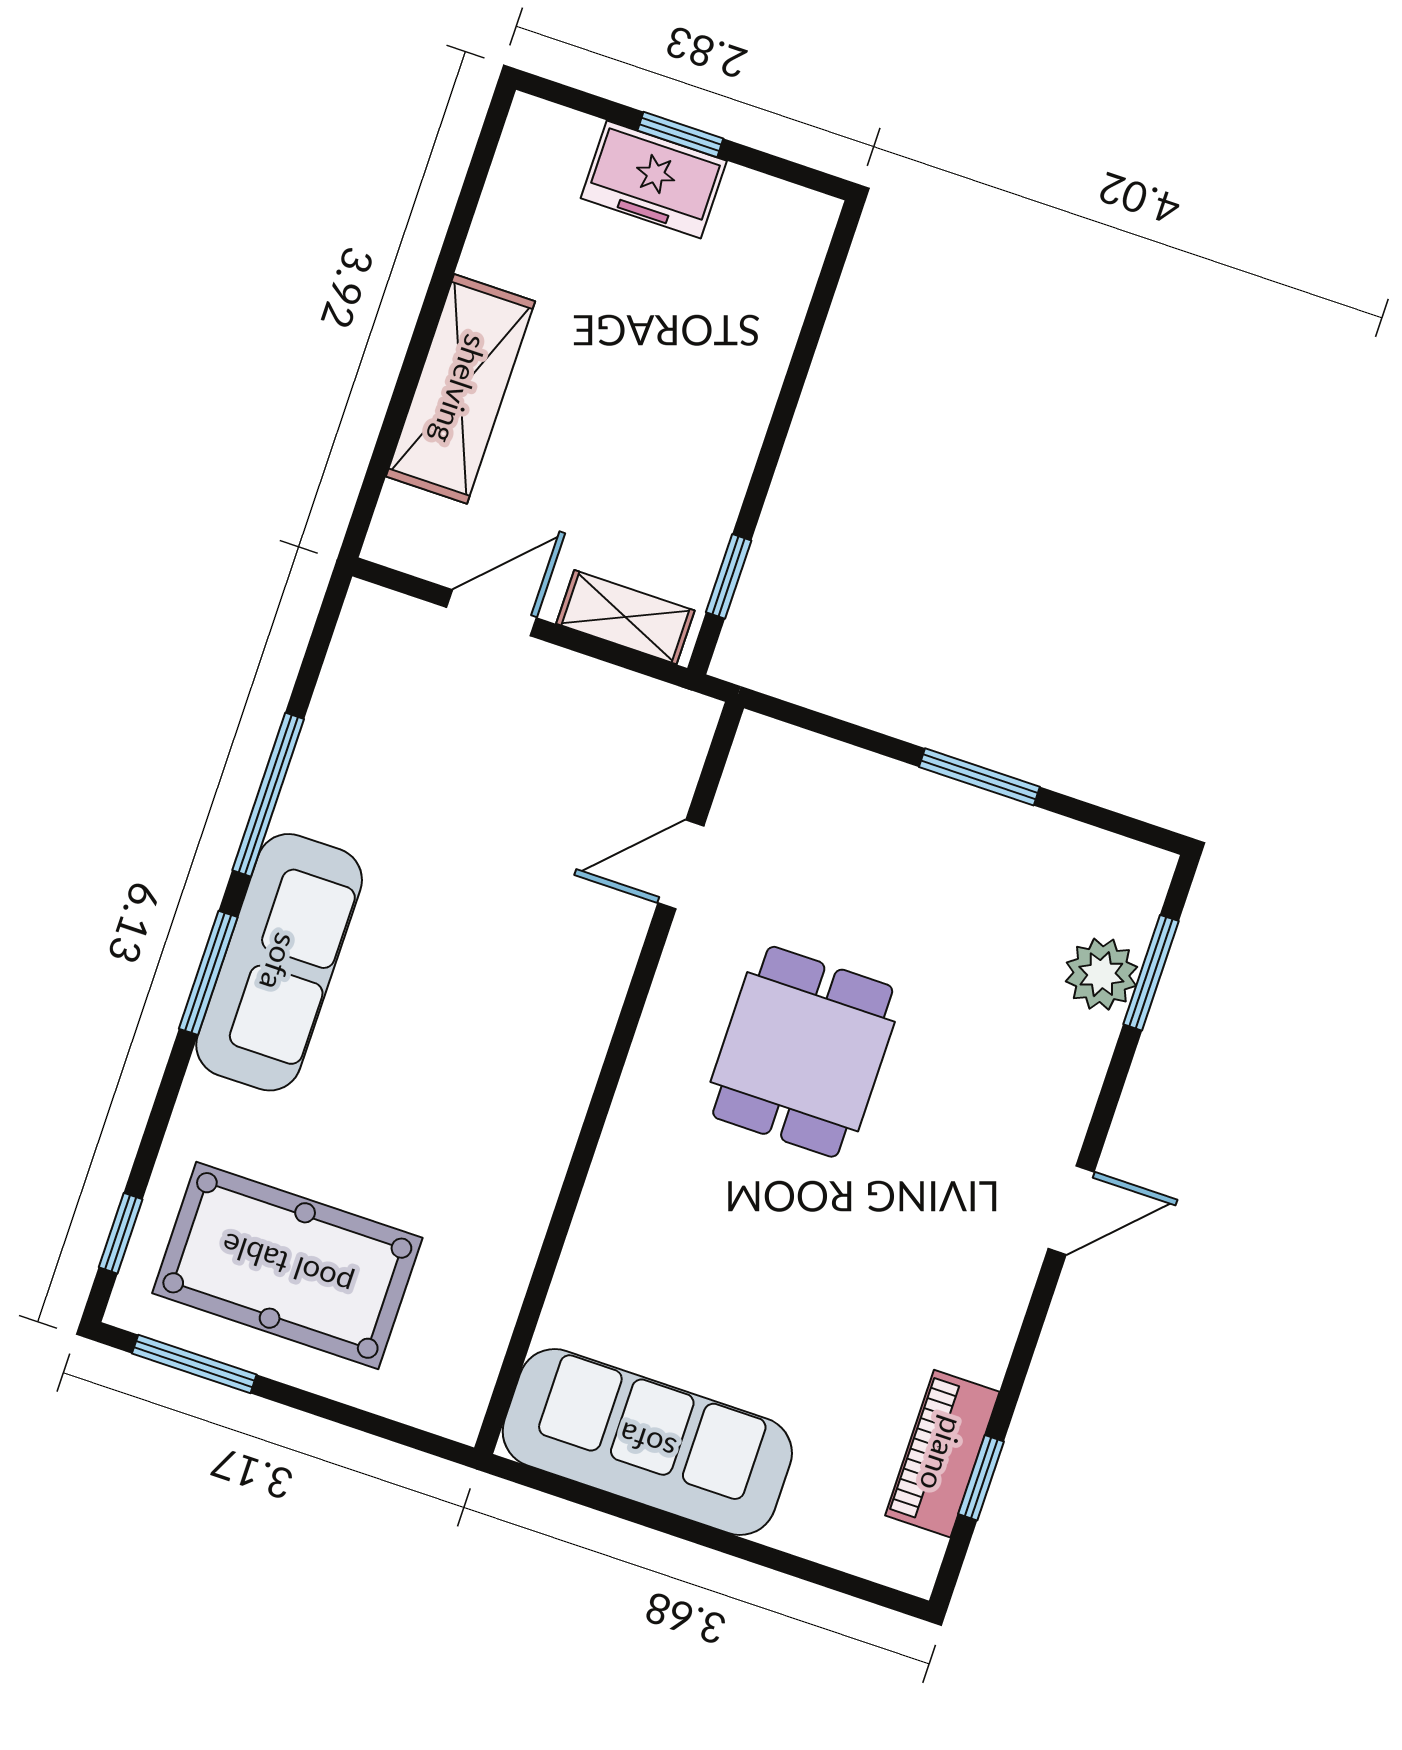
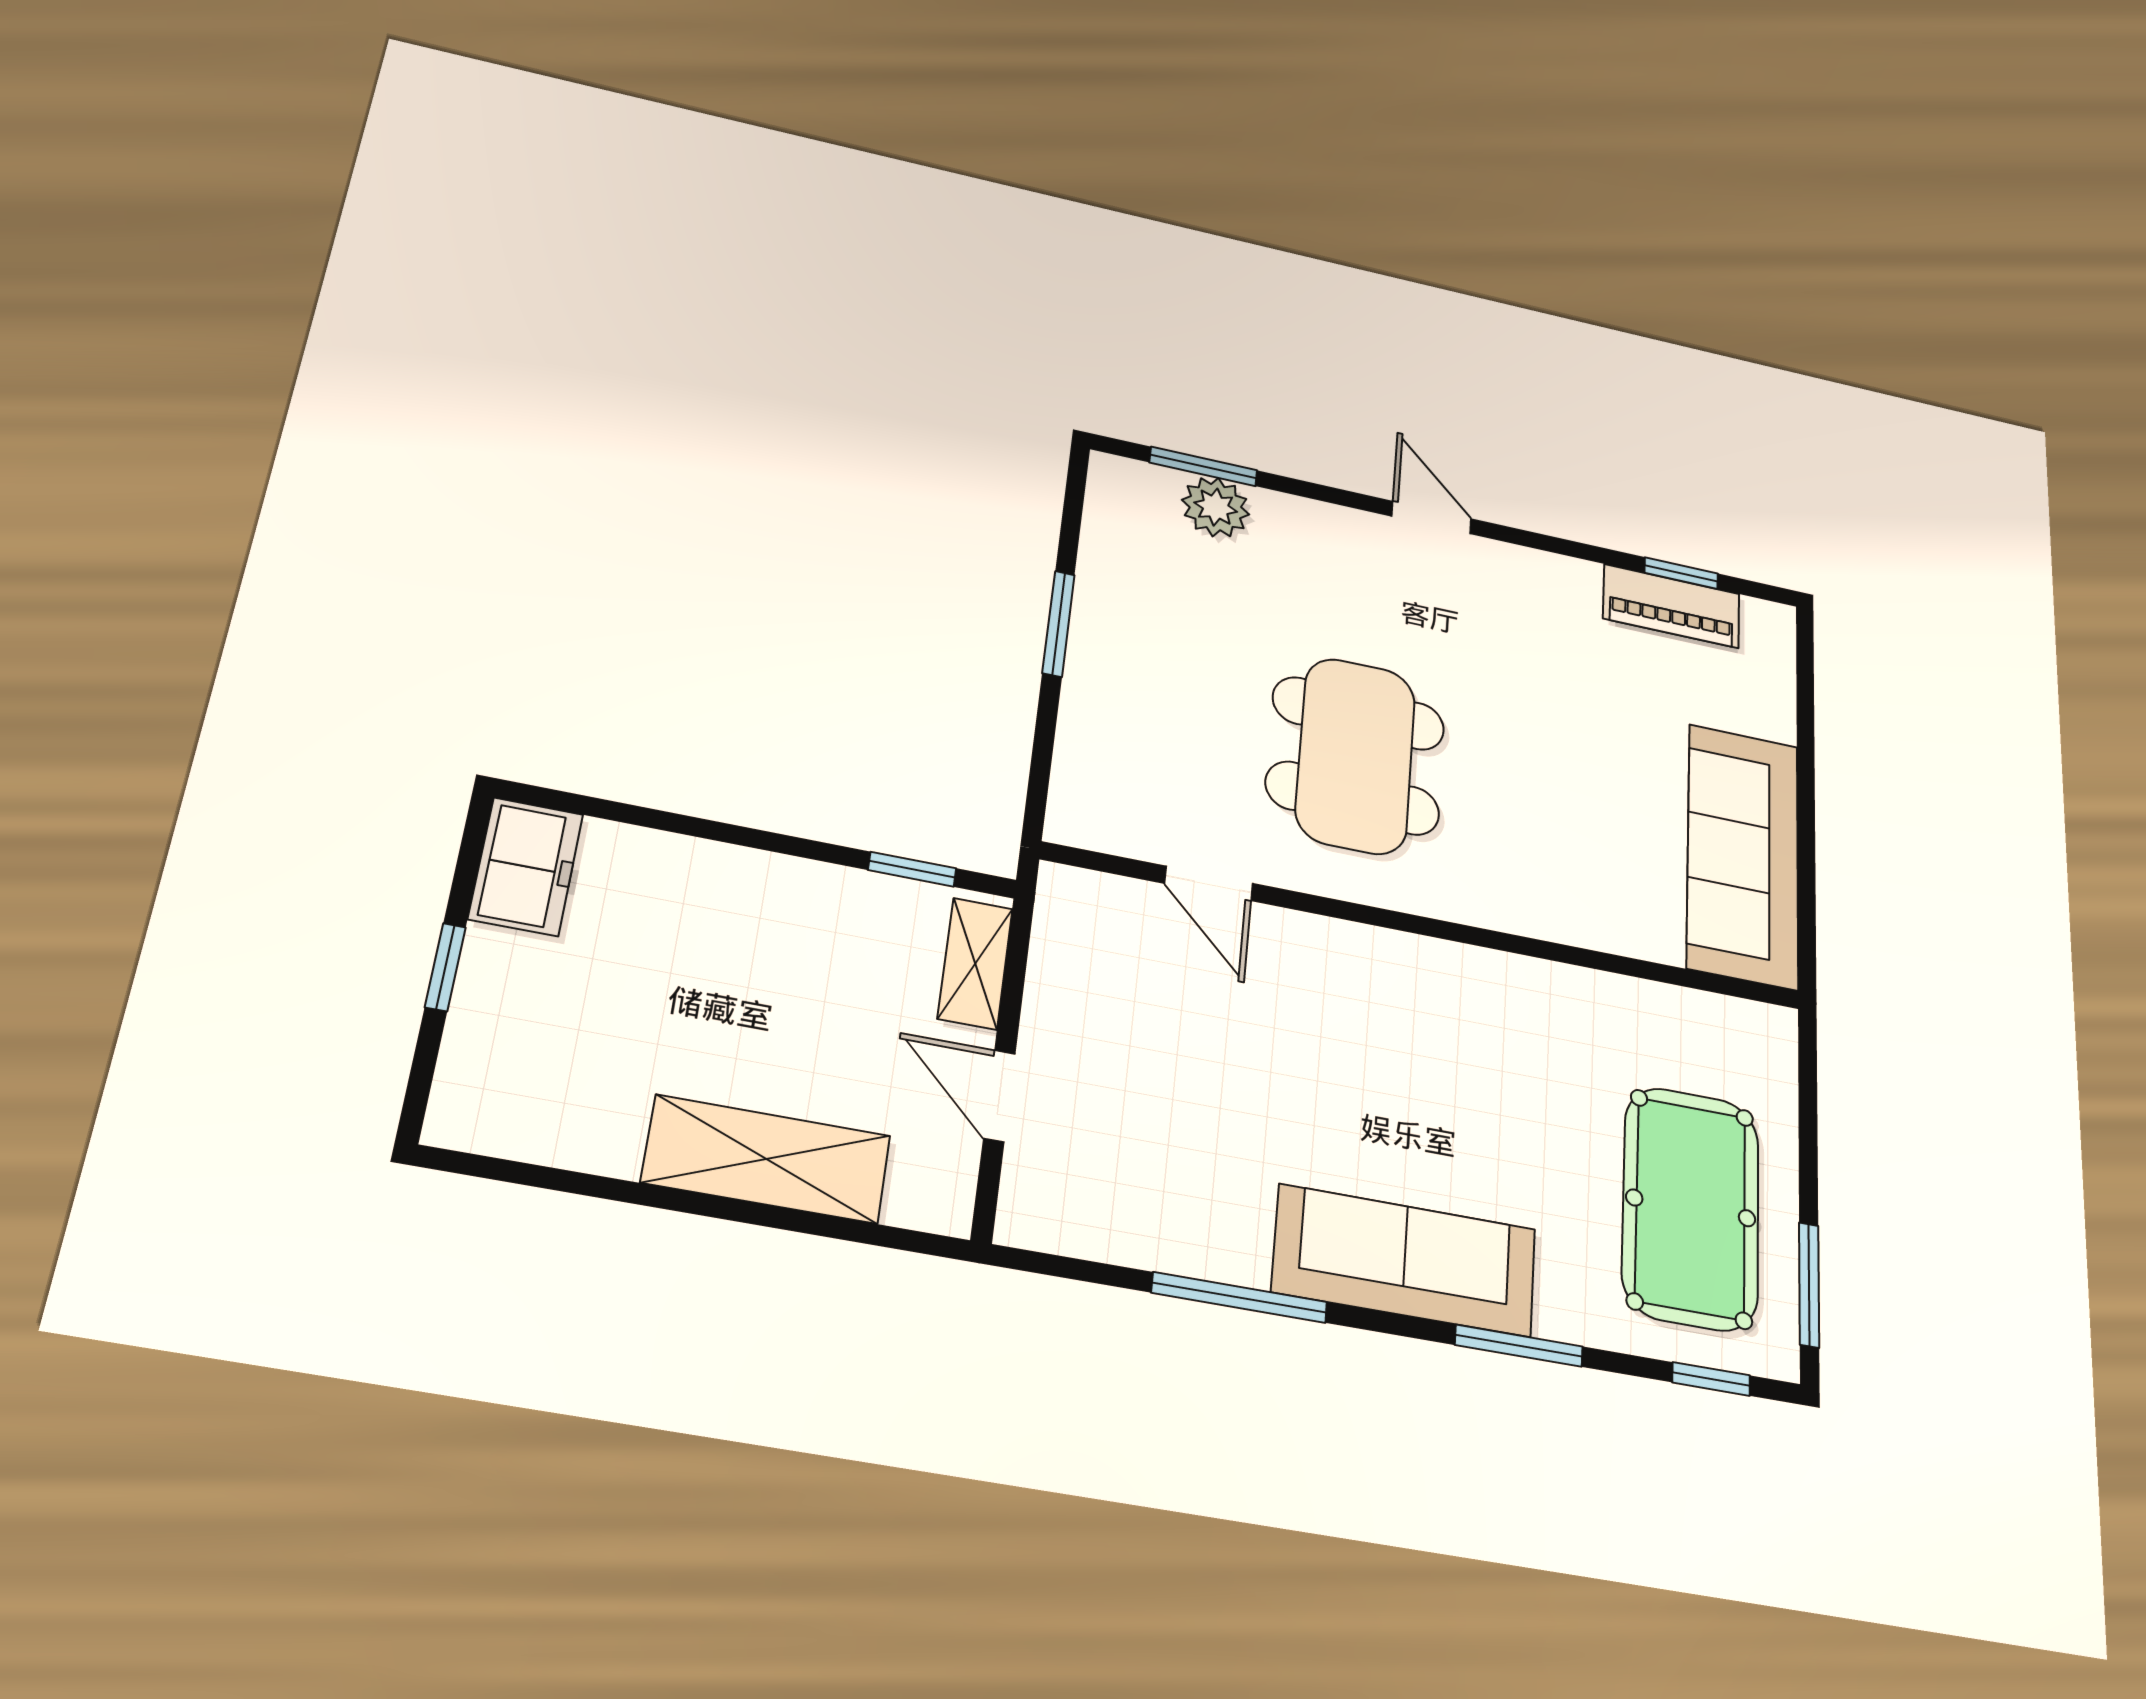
freezer: (654, 180) -> (526, 866), moved
window: (208, 973) -> (1519, 1346), moved
dining table: (803, 1052) -> (1356, 756), width x1.38

